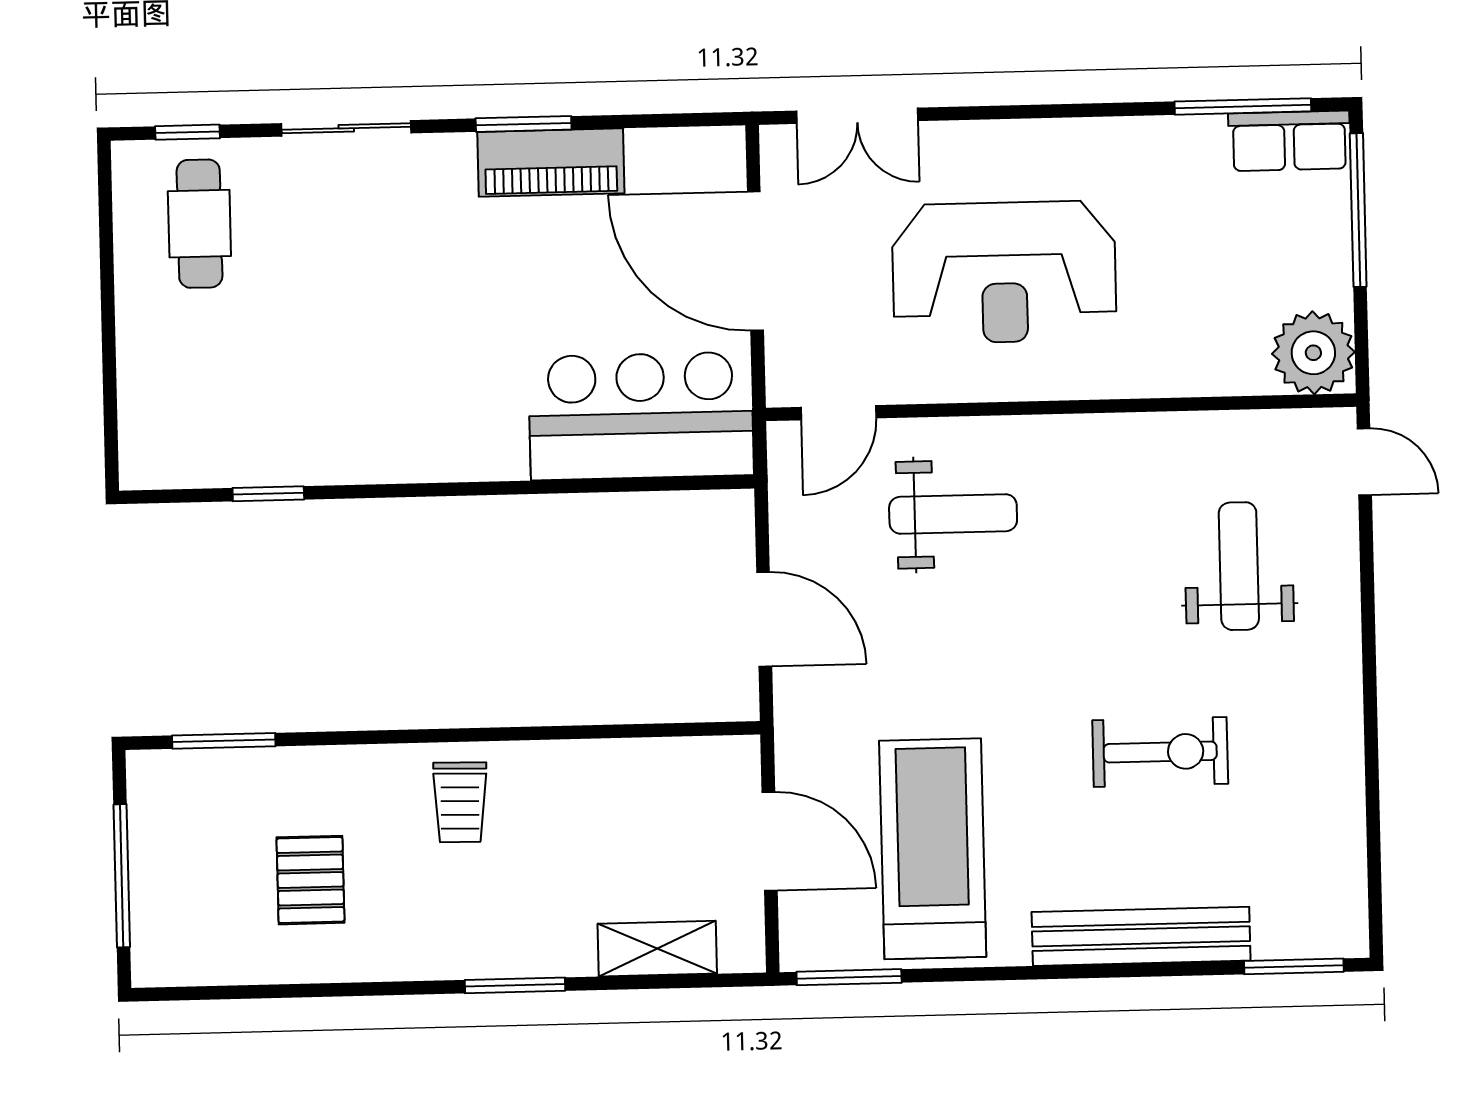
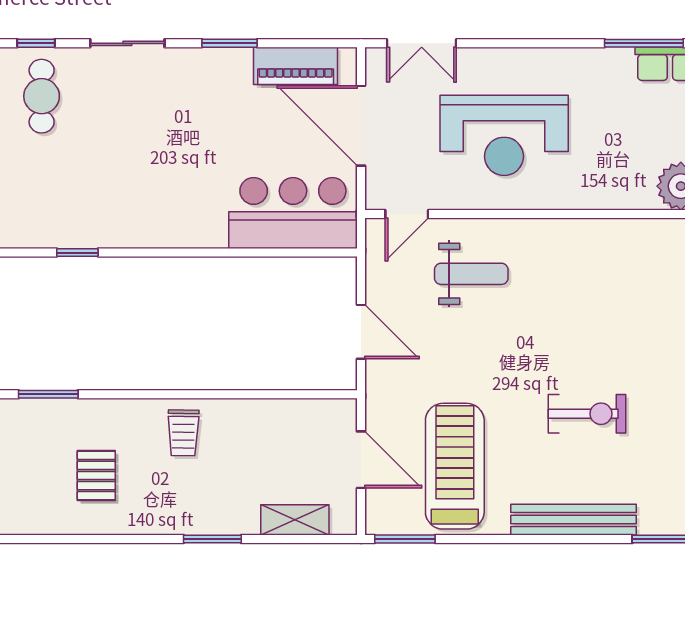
piano: (551, 163) -> (296, 66), moved
weight bench: (1239, 566) -> (635, 308), removed

